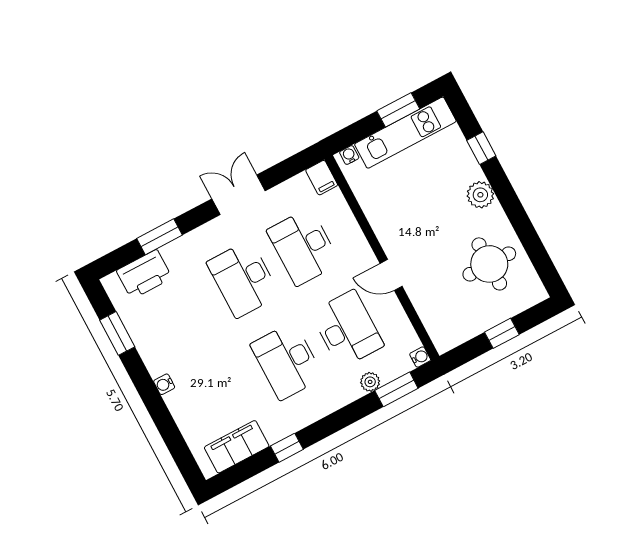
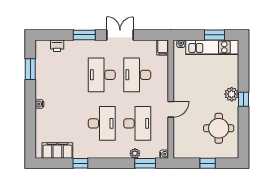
window: (481, 148) -> (243, 99), moved
window: (160, 237) -> (84, 35), moved
printer: (144, 274) -> (57, 46), width x0.53, depth x0.68
door: (391, 275) -> (171, 109), swing flipped
desk: (287, 361) -> (102, 123), turned 180

